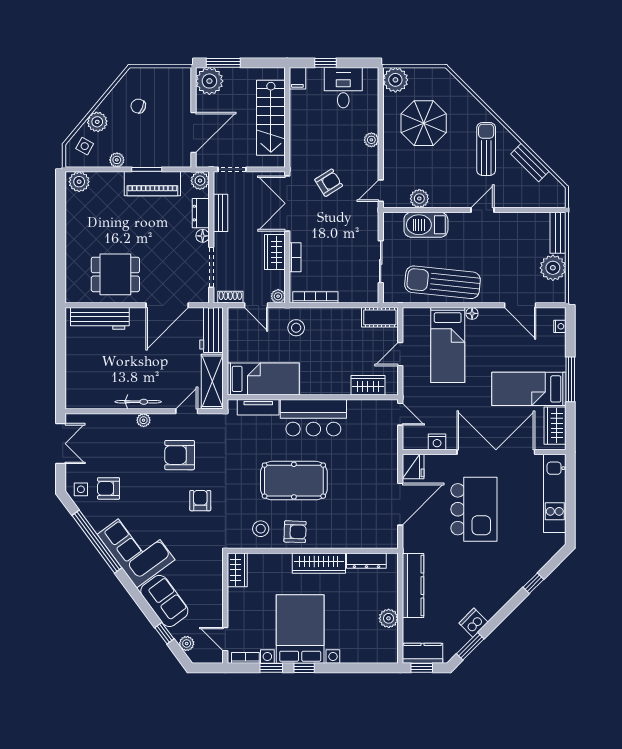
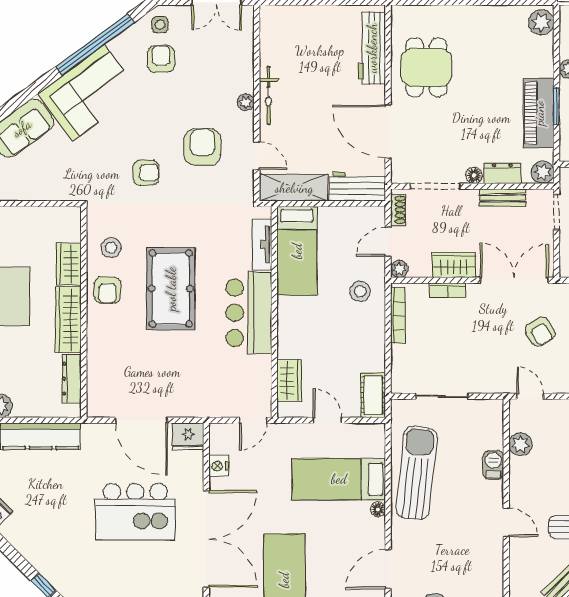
barbecue: (426, 225) -> (493, 465), width x0.53, depth x0.65
wardrobe: (237, 570) -> (69, 264), moved, turned 90

